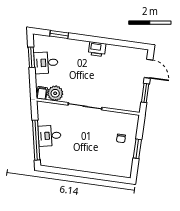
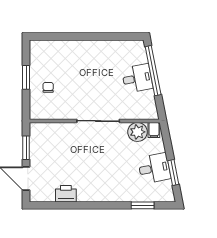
printer: (97, 49) -> (66, 194), moved

